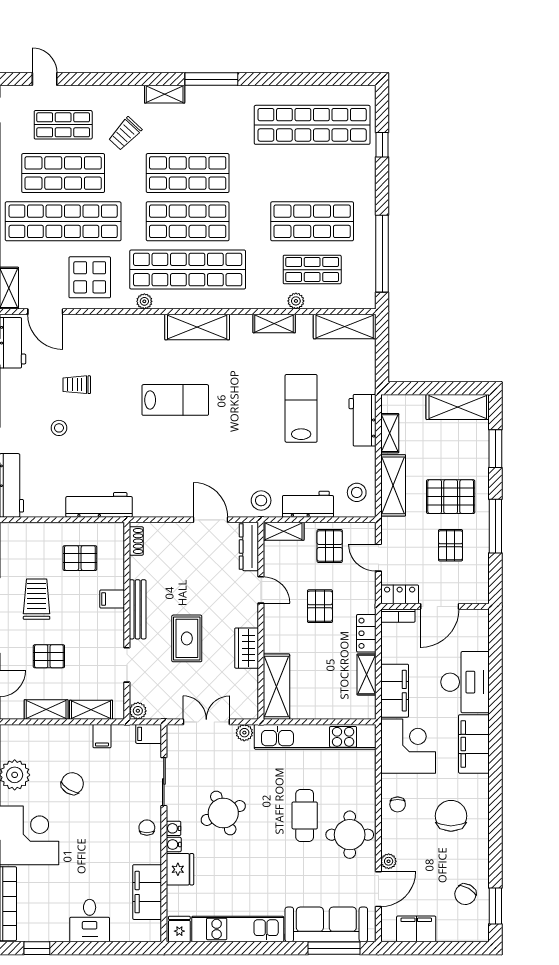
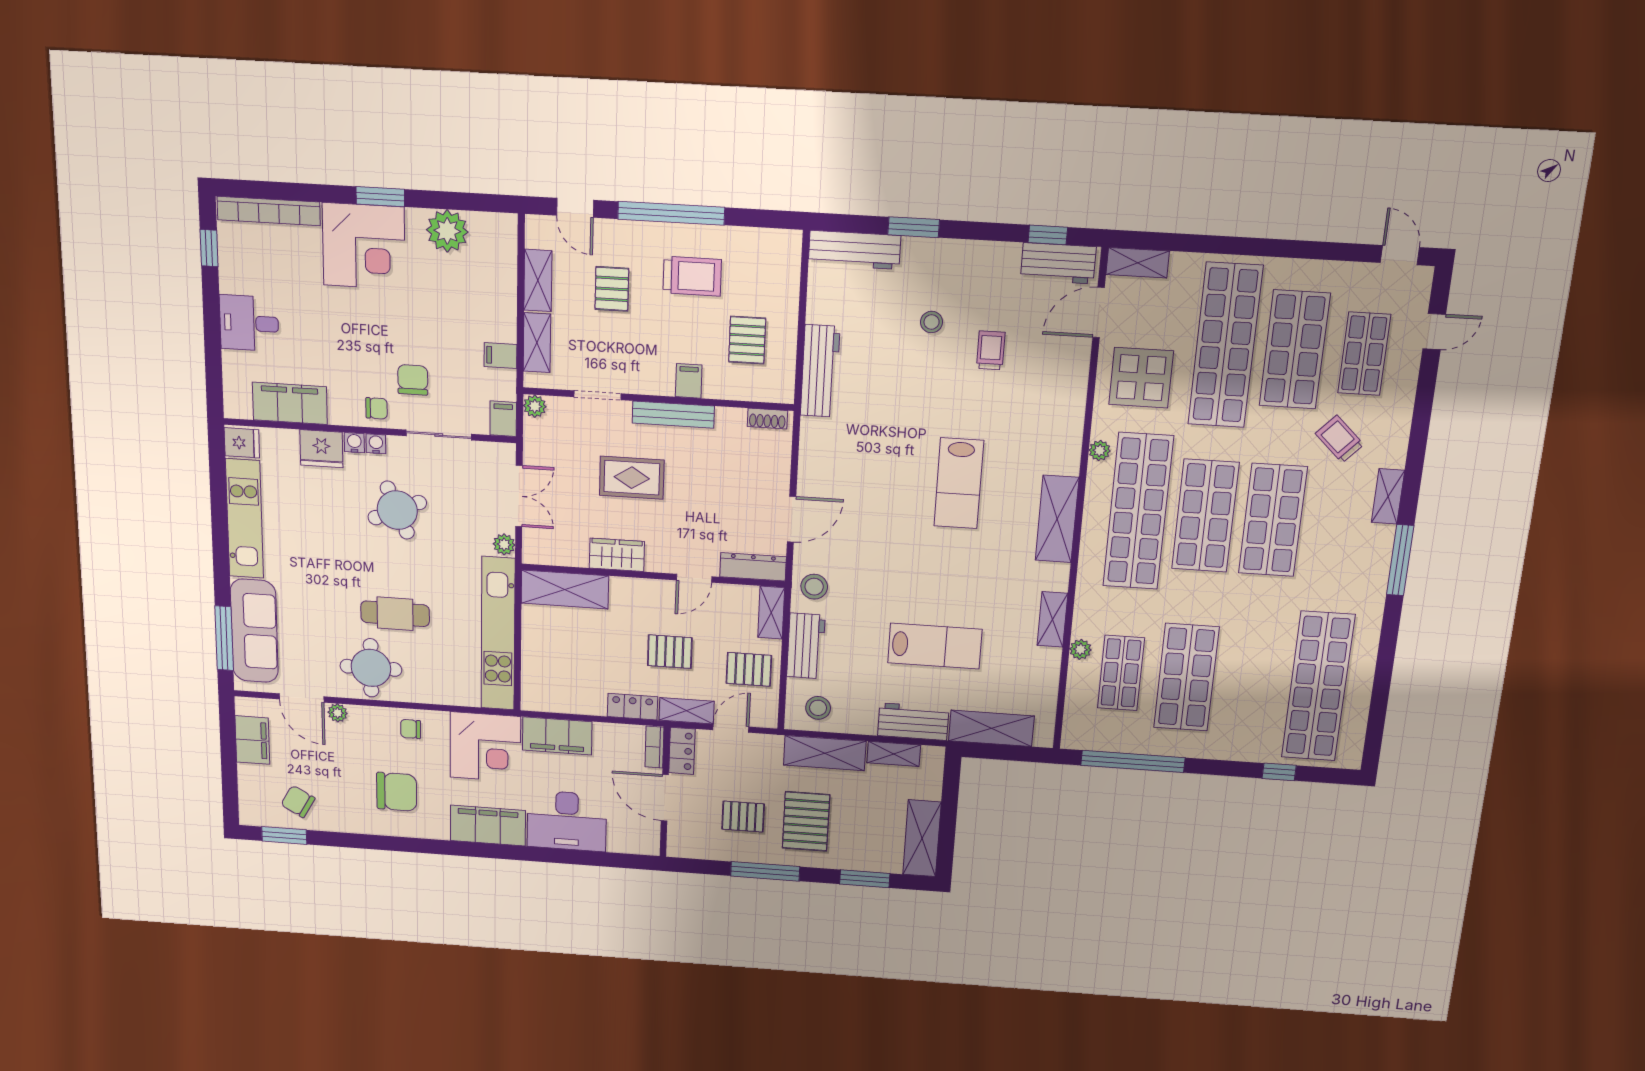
shelving: (345, 327) -> (991, 728), moved, turned 90
shelving: (367, 675) -> (686, 711), moved
chair: (72, 784) -> (413, 380), moved, turned -122

